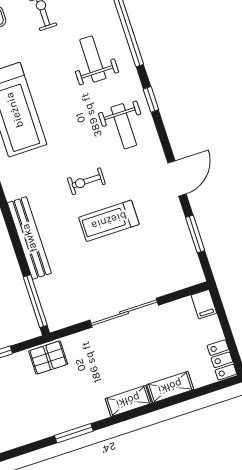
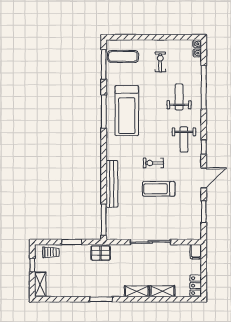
window: (151, 99) -> (204, 147), moved

